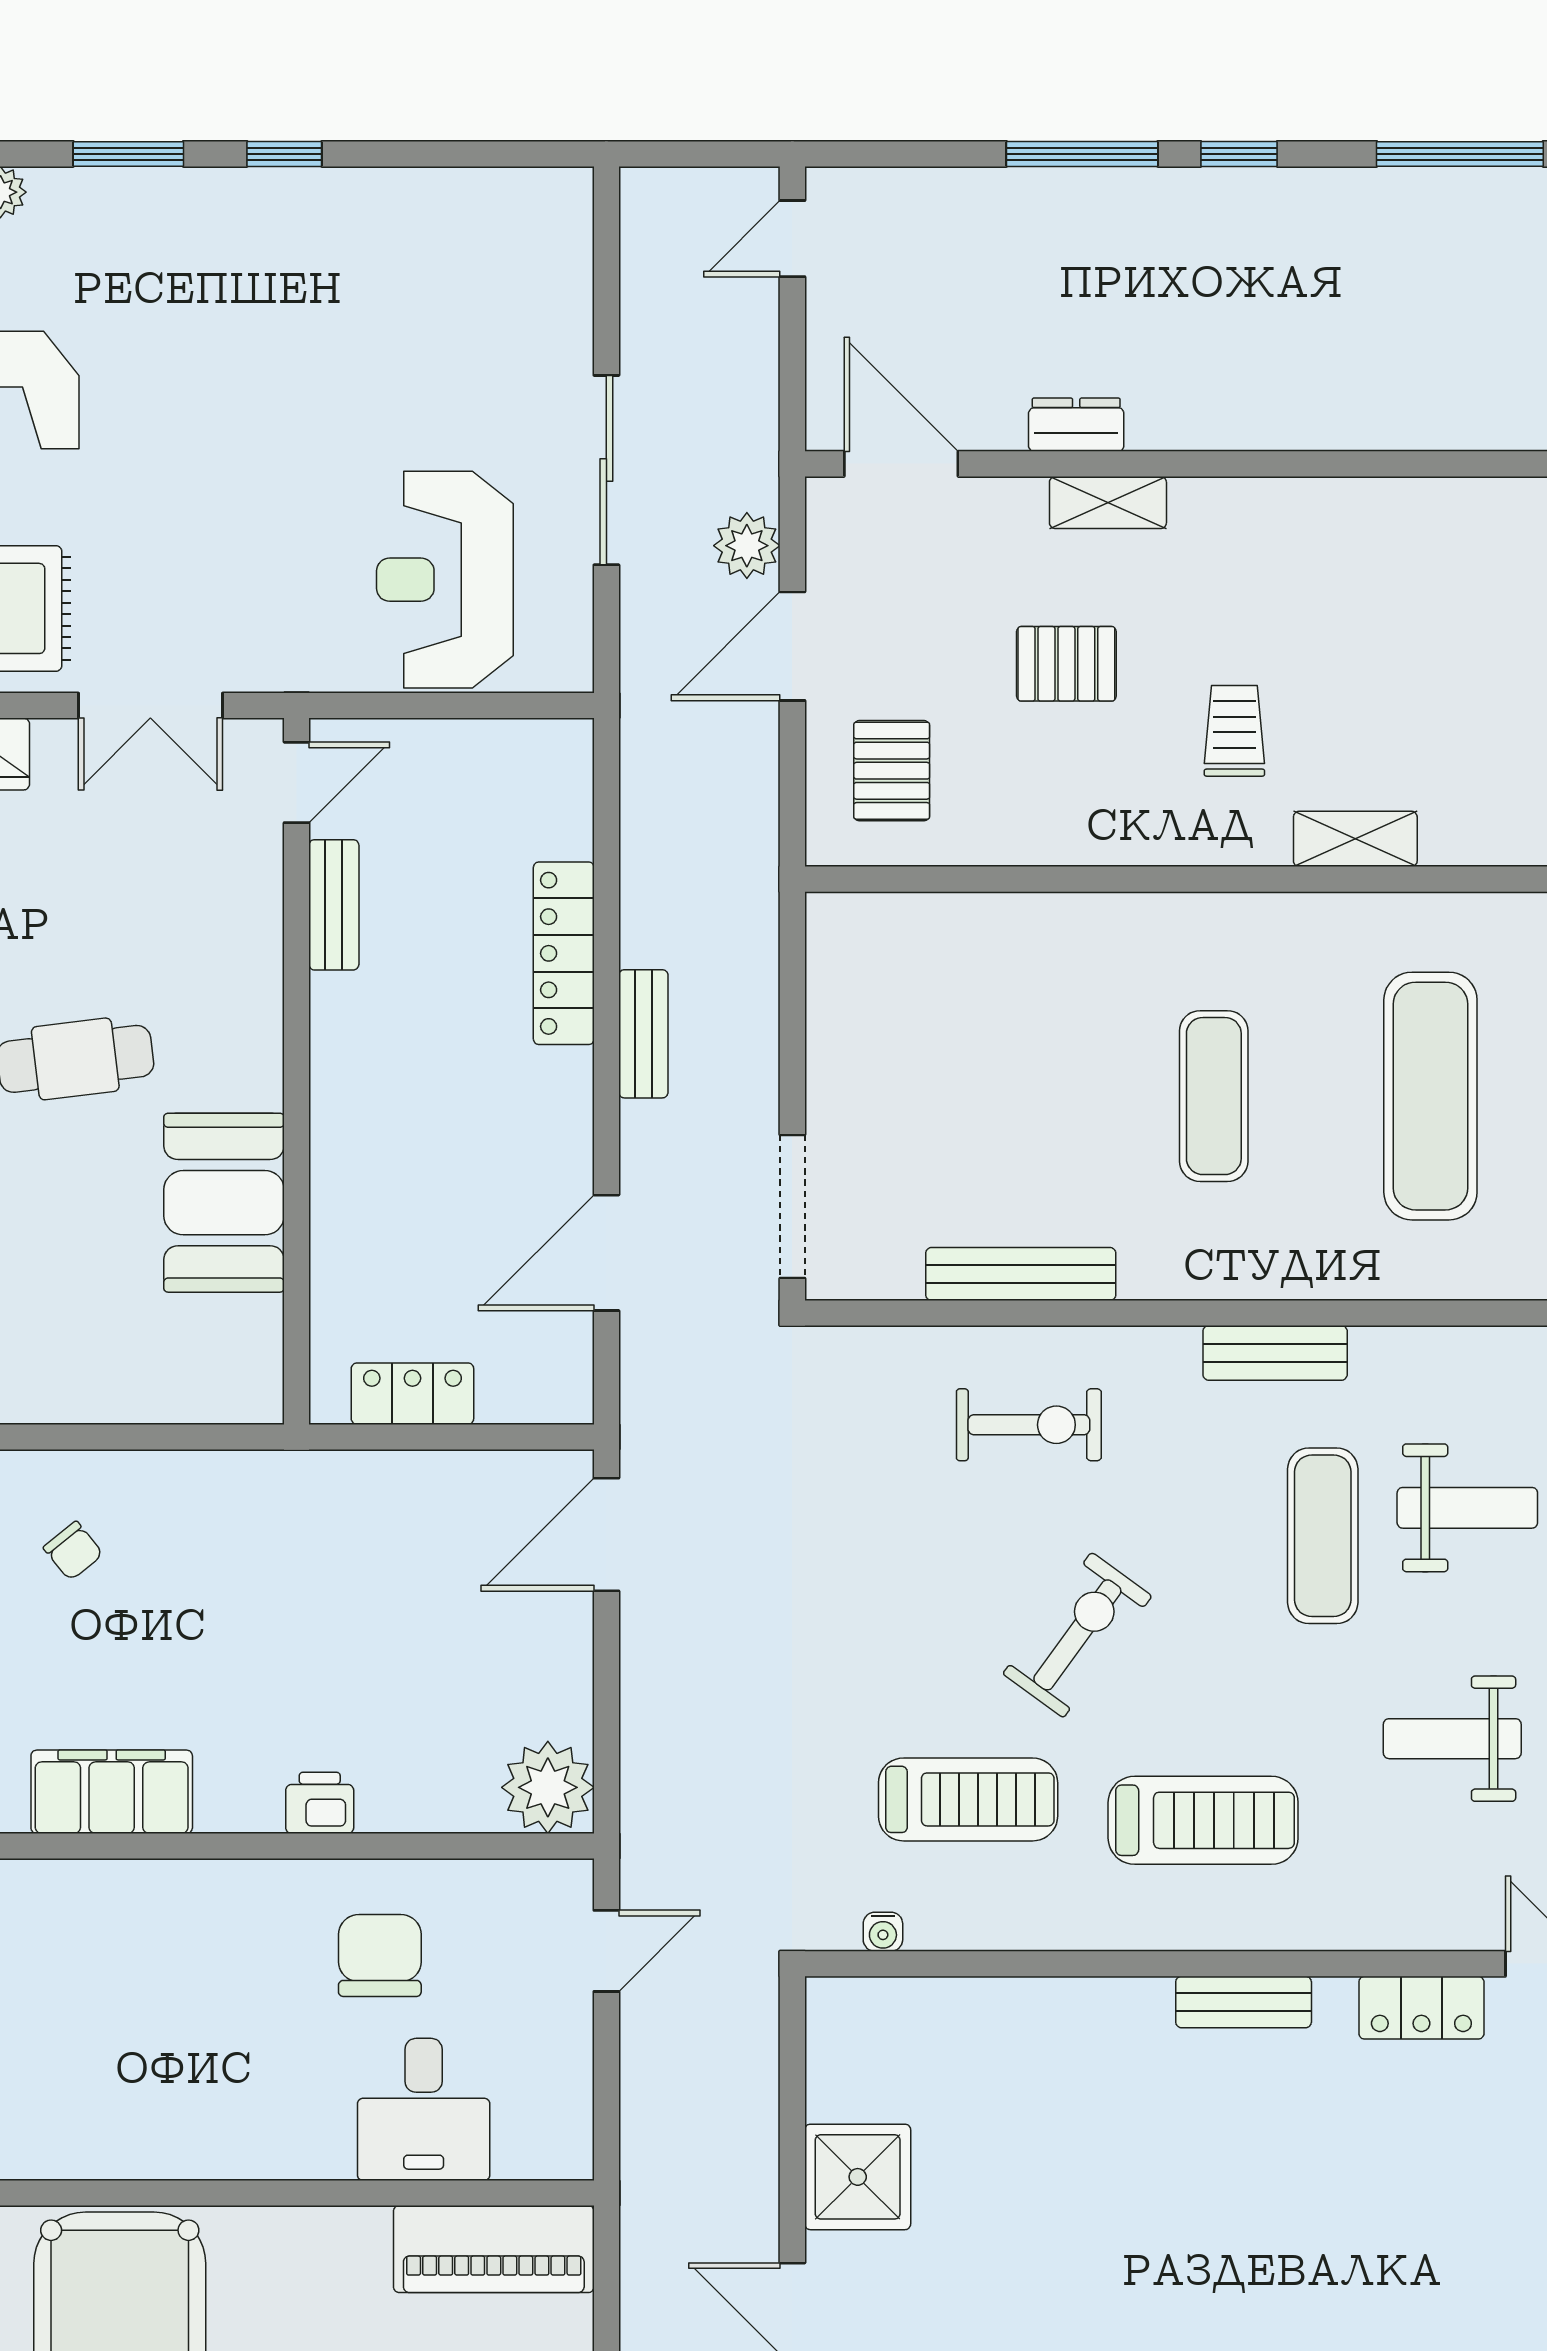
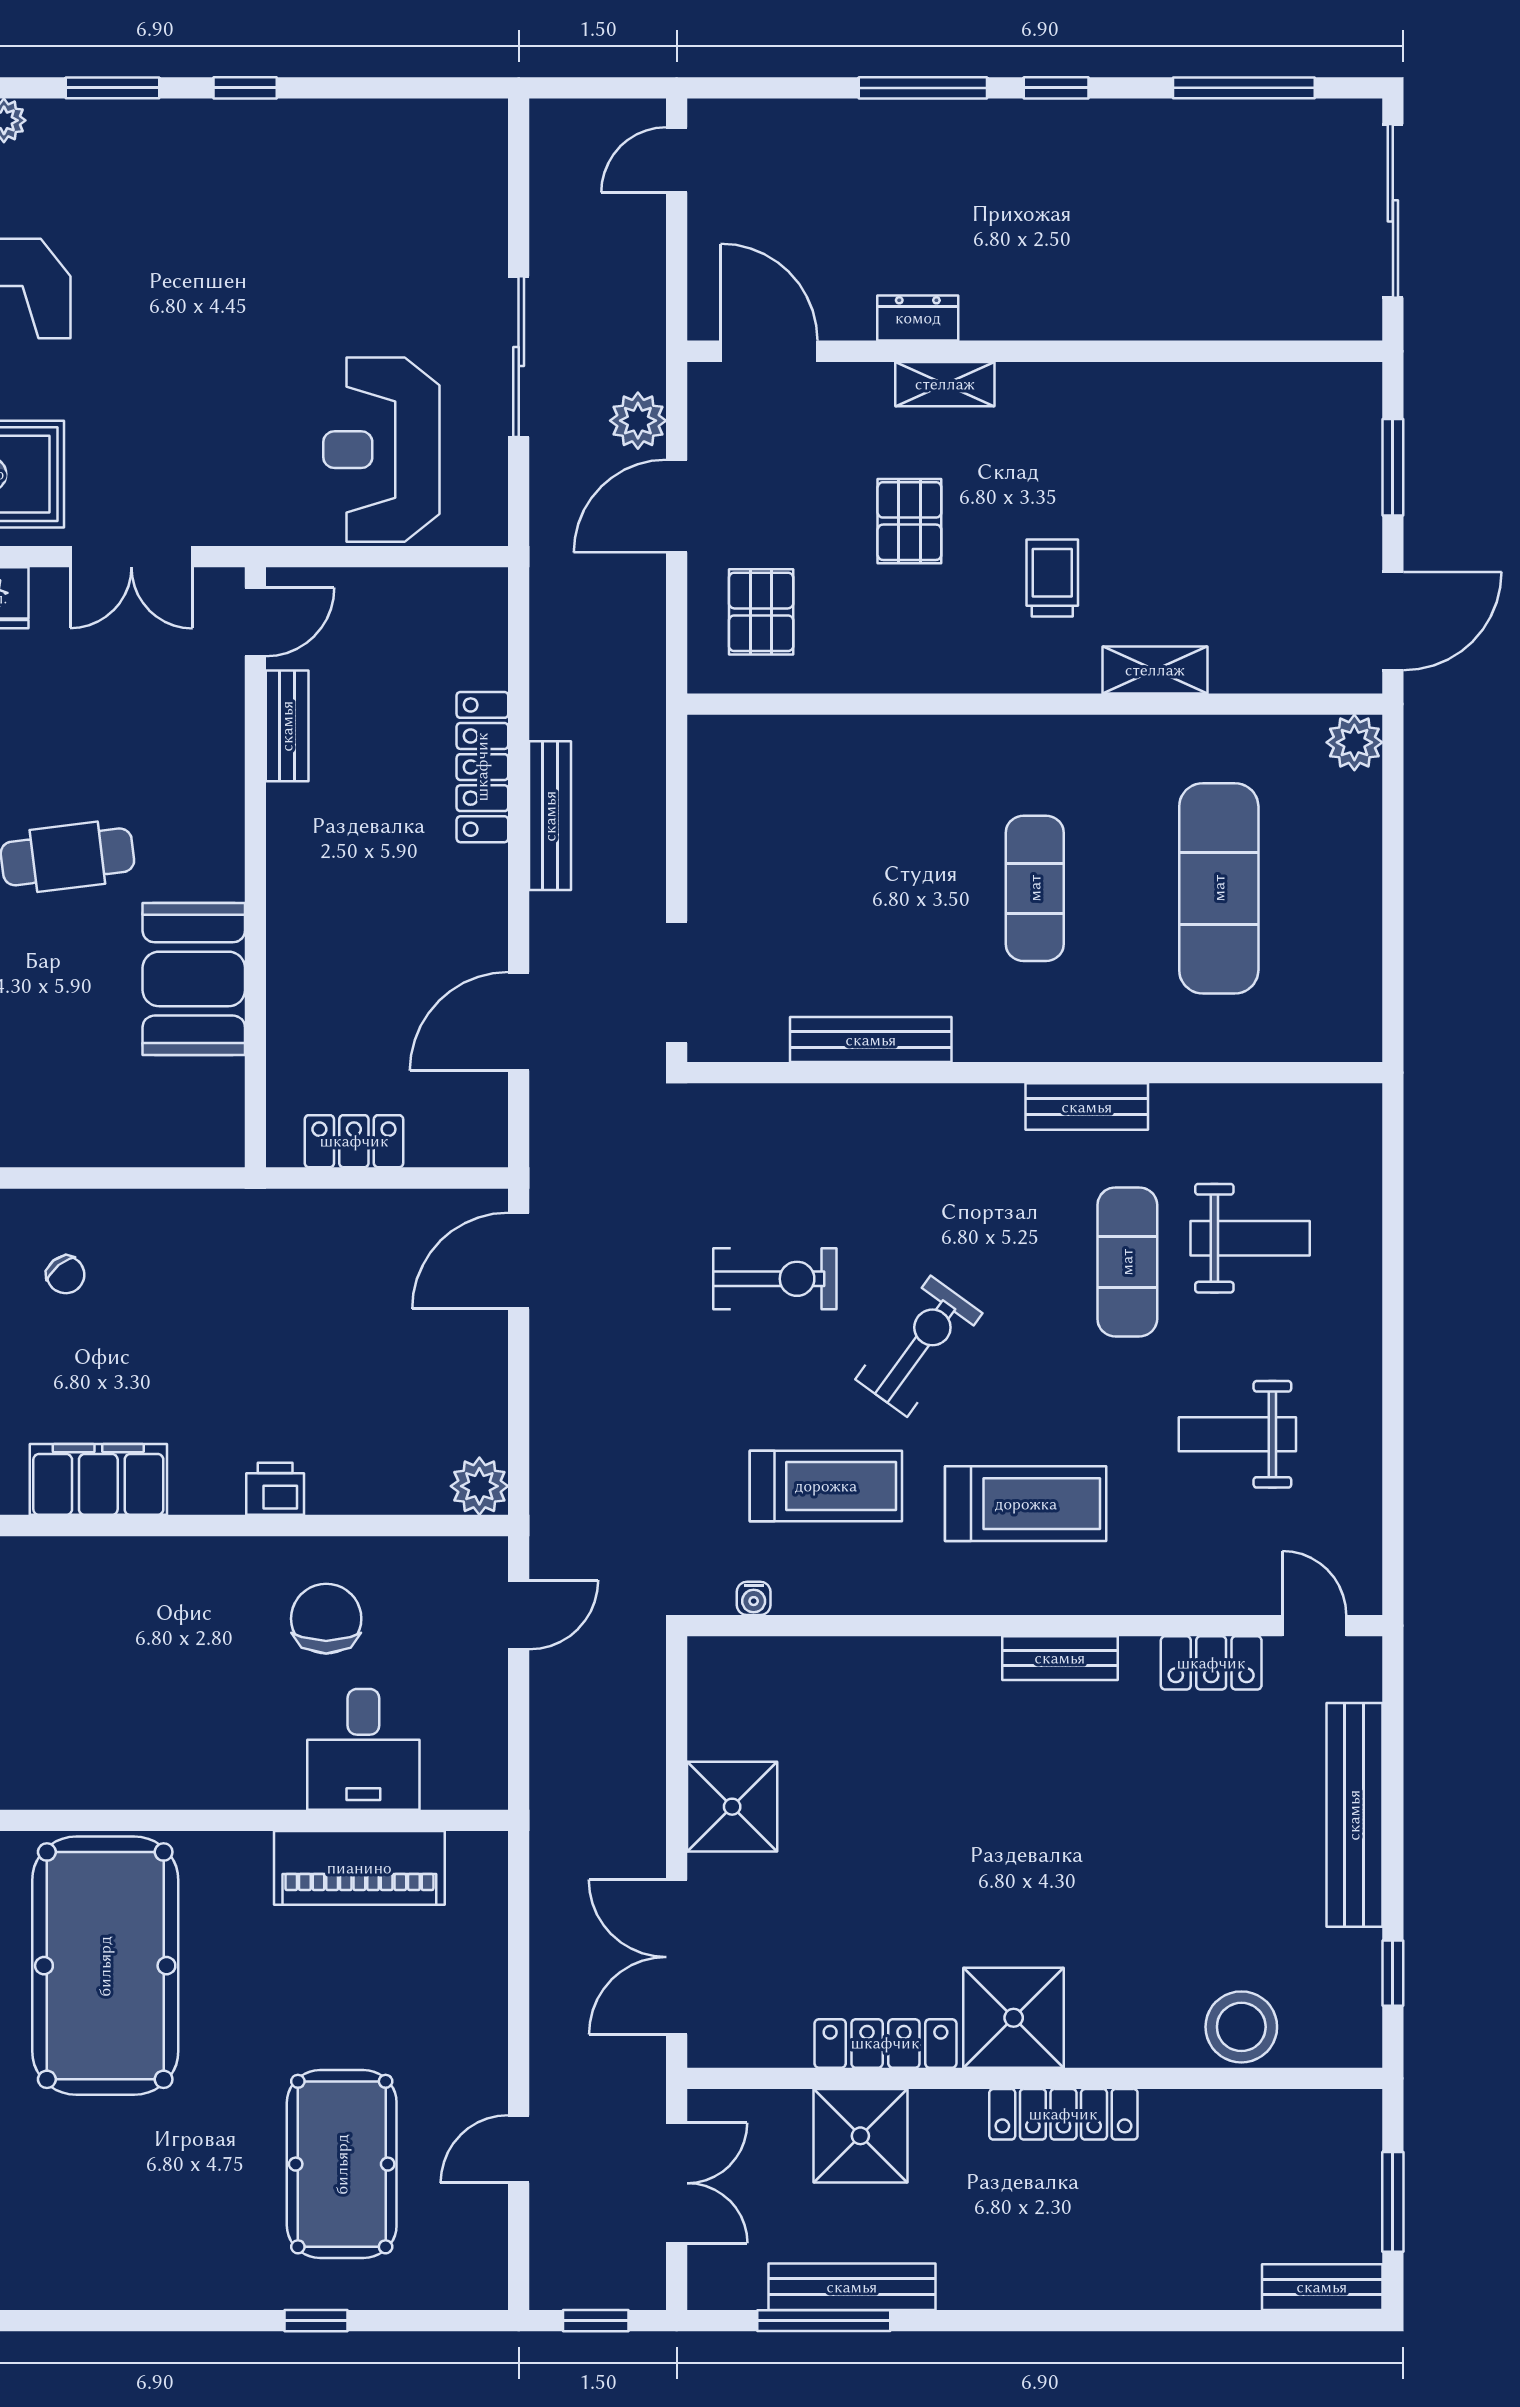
pallet: (1066, 664) -> (909, 521), turned 90
bench: (643, 1034) -> (550, 816), width x1.36
exercise bike: (1029, 1425) -> (775, 1279), moved
plant: (548, 1787) -> (479, 1486), width x0.73, depth x0.73
piano: (494, 2249) -> (359, 1868), moved

